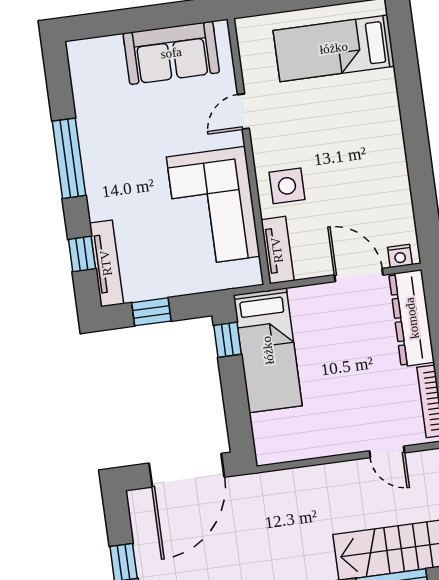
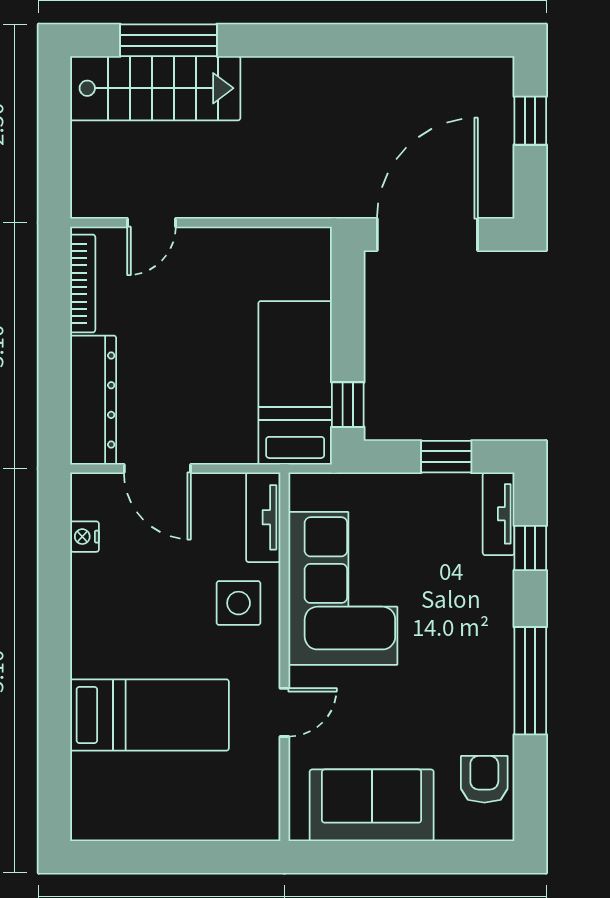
bed: (334, 48) -> (150, 715), moved
armchair: (92, 83) -> (484, 779), added
nightstand: (400, 256) -> (85, 537), moved, turned -90
tv unit: (106, 263) -> (499, 514), width x0.71
door: (387, 452) -> (151, 223), swing flipped

